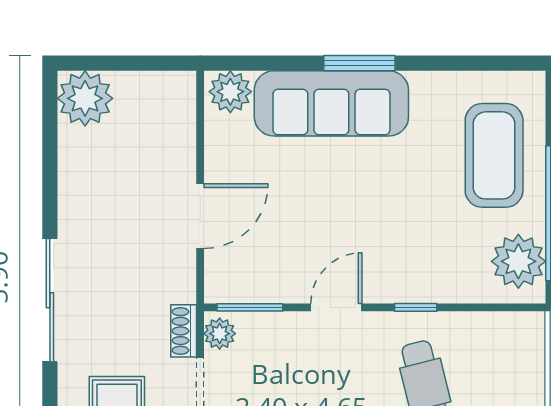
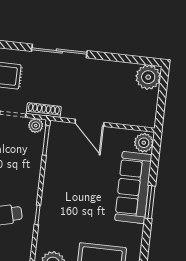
door: (336, 307) -> (42, 179), removed
shoe rack: (184, 331) -> (44, 110), width x1.43

